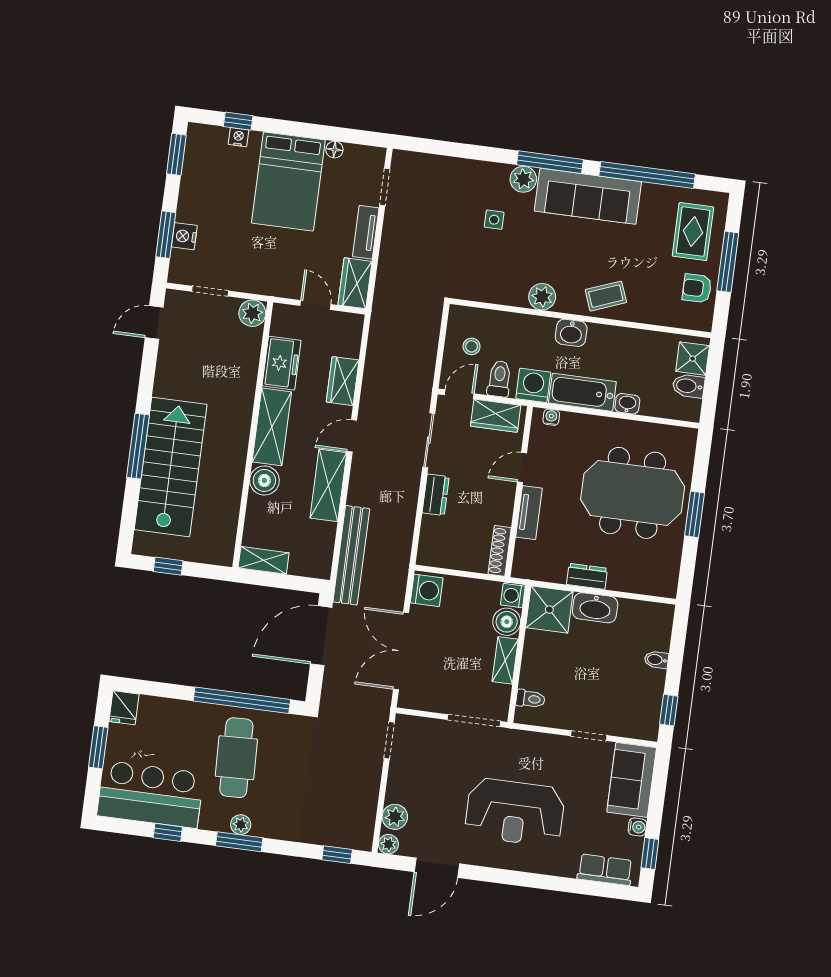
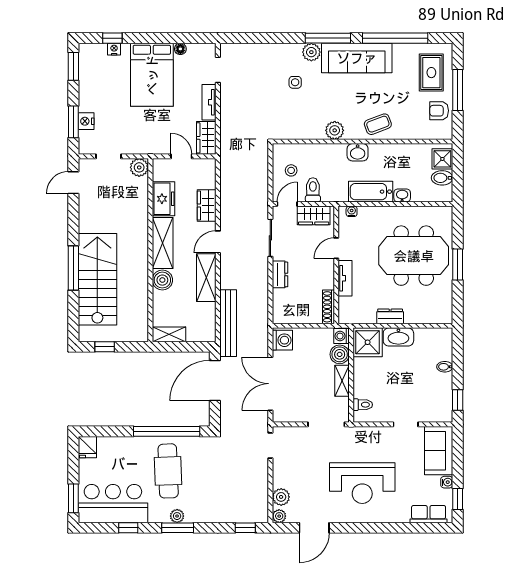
washing machine: (533, 385) -> (337, 191), removed
window: (98, 747) -> (73, 498), moved

